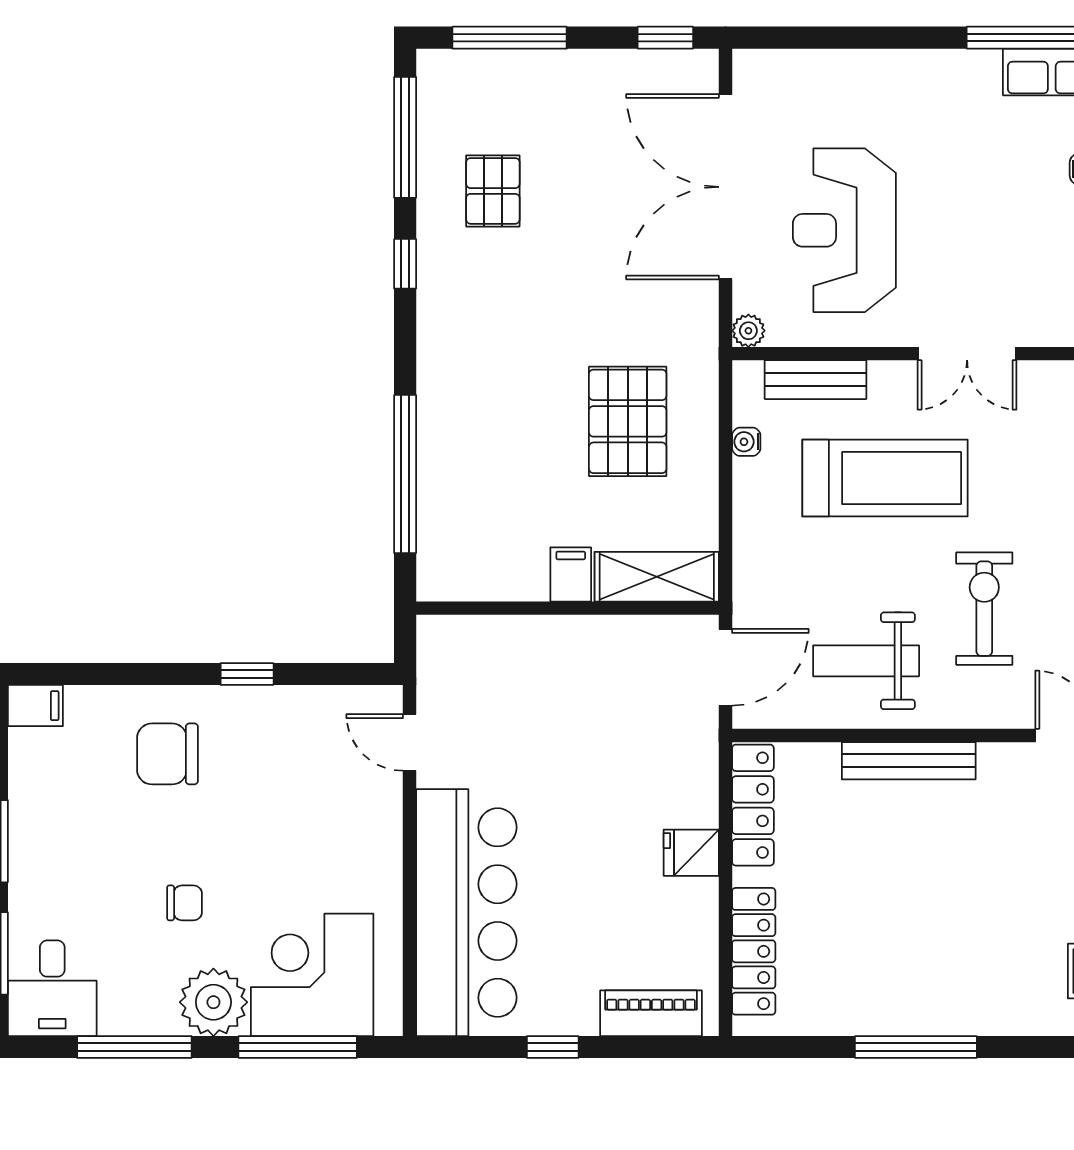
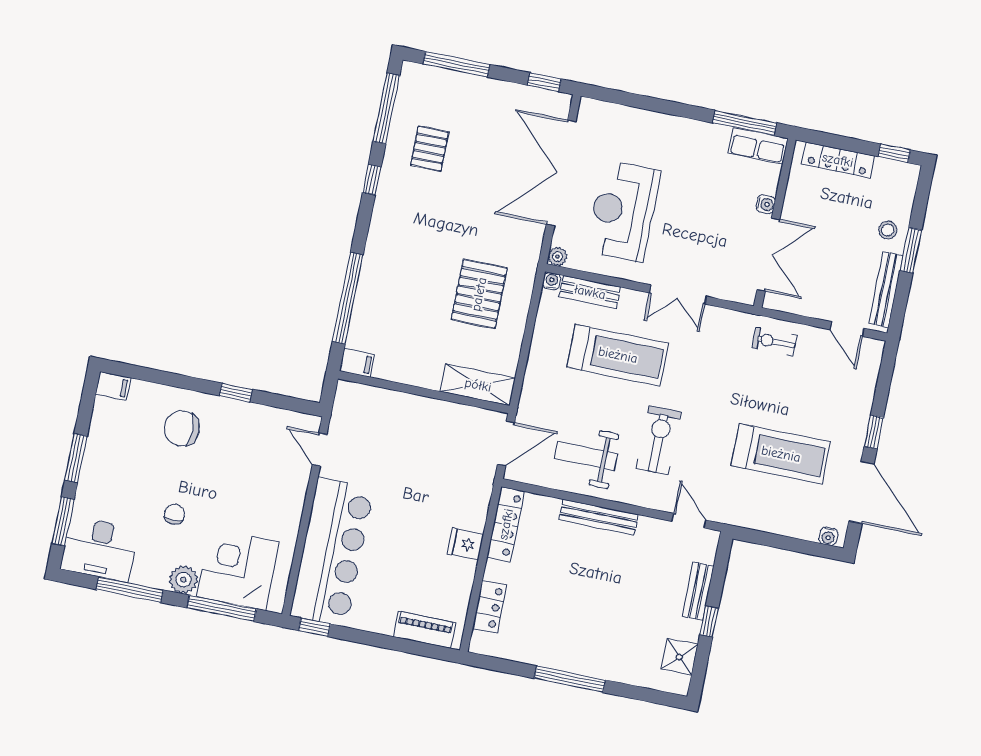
water cooler: (746, 442) -> (552, 281), moved, turned 90
filing cabinet: (571, 574) -> (357, 363), moved, turned 90
chair: (185, 903) -> (174, 514), turned -90
locker: (754, 951) -> (489, 607), width x0.66
desk: (52, 988) -> (99, 549), width x1.37
plant: (213, 1002) -> (183, 580), width x0.73, depth x0.73
window: (553, 1047) -> (314, 627), moved

